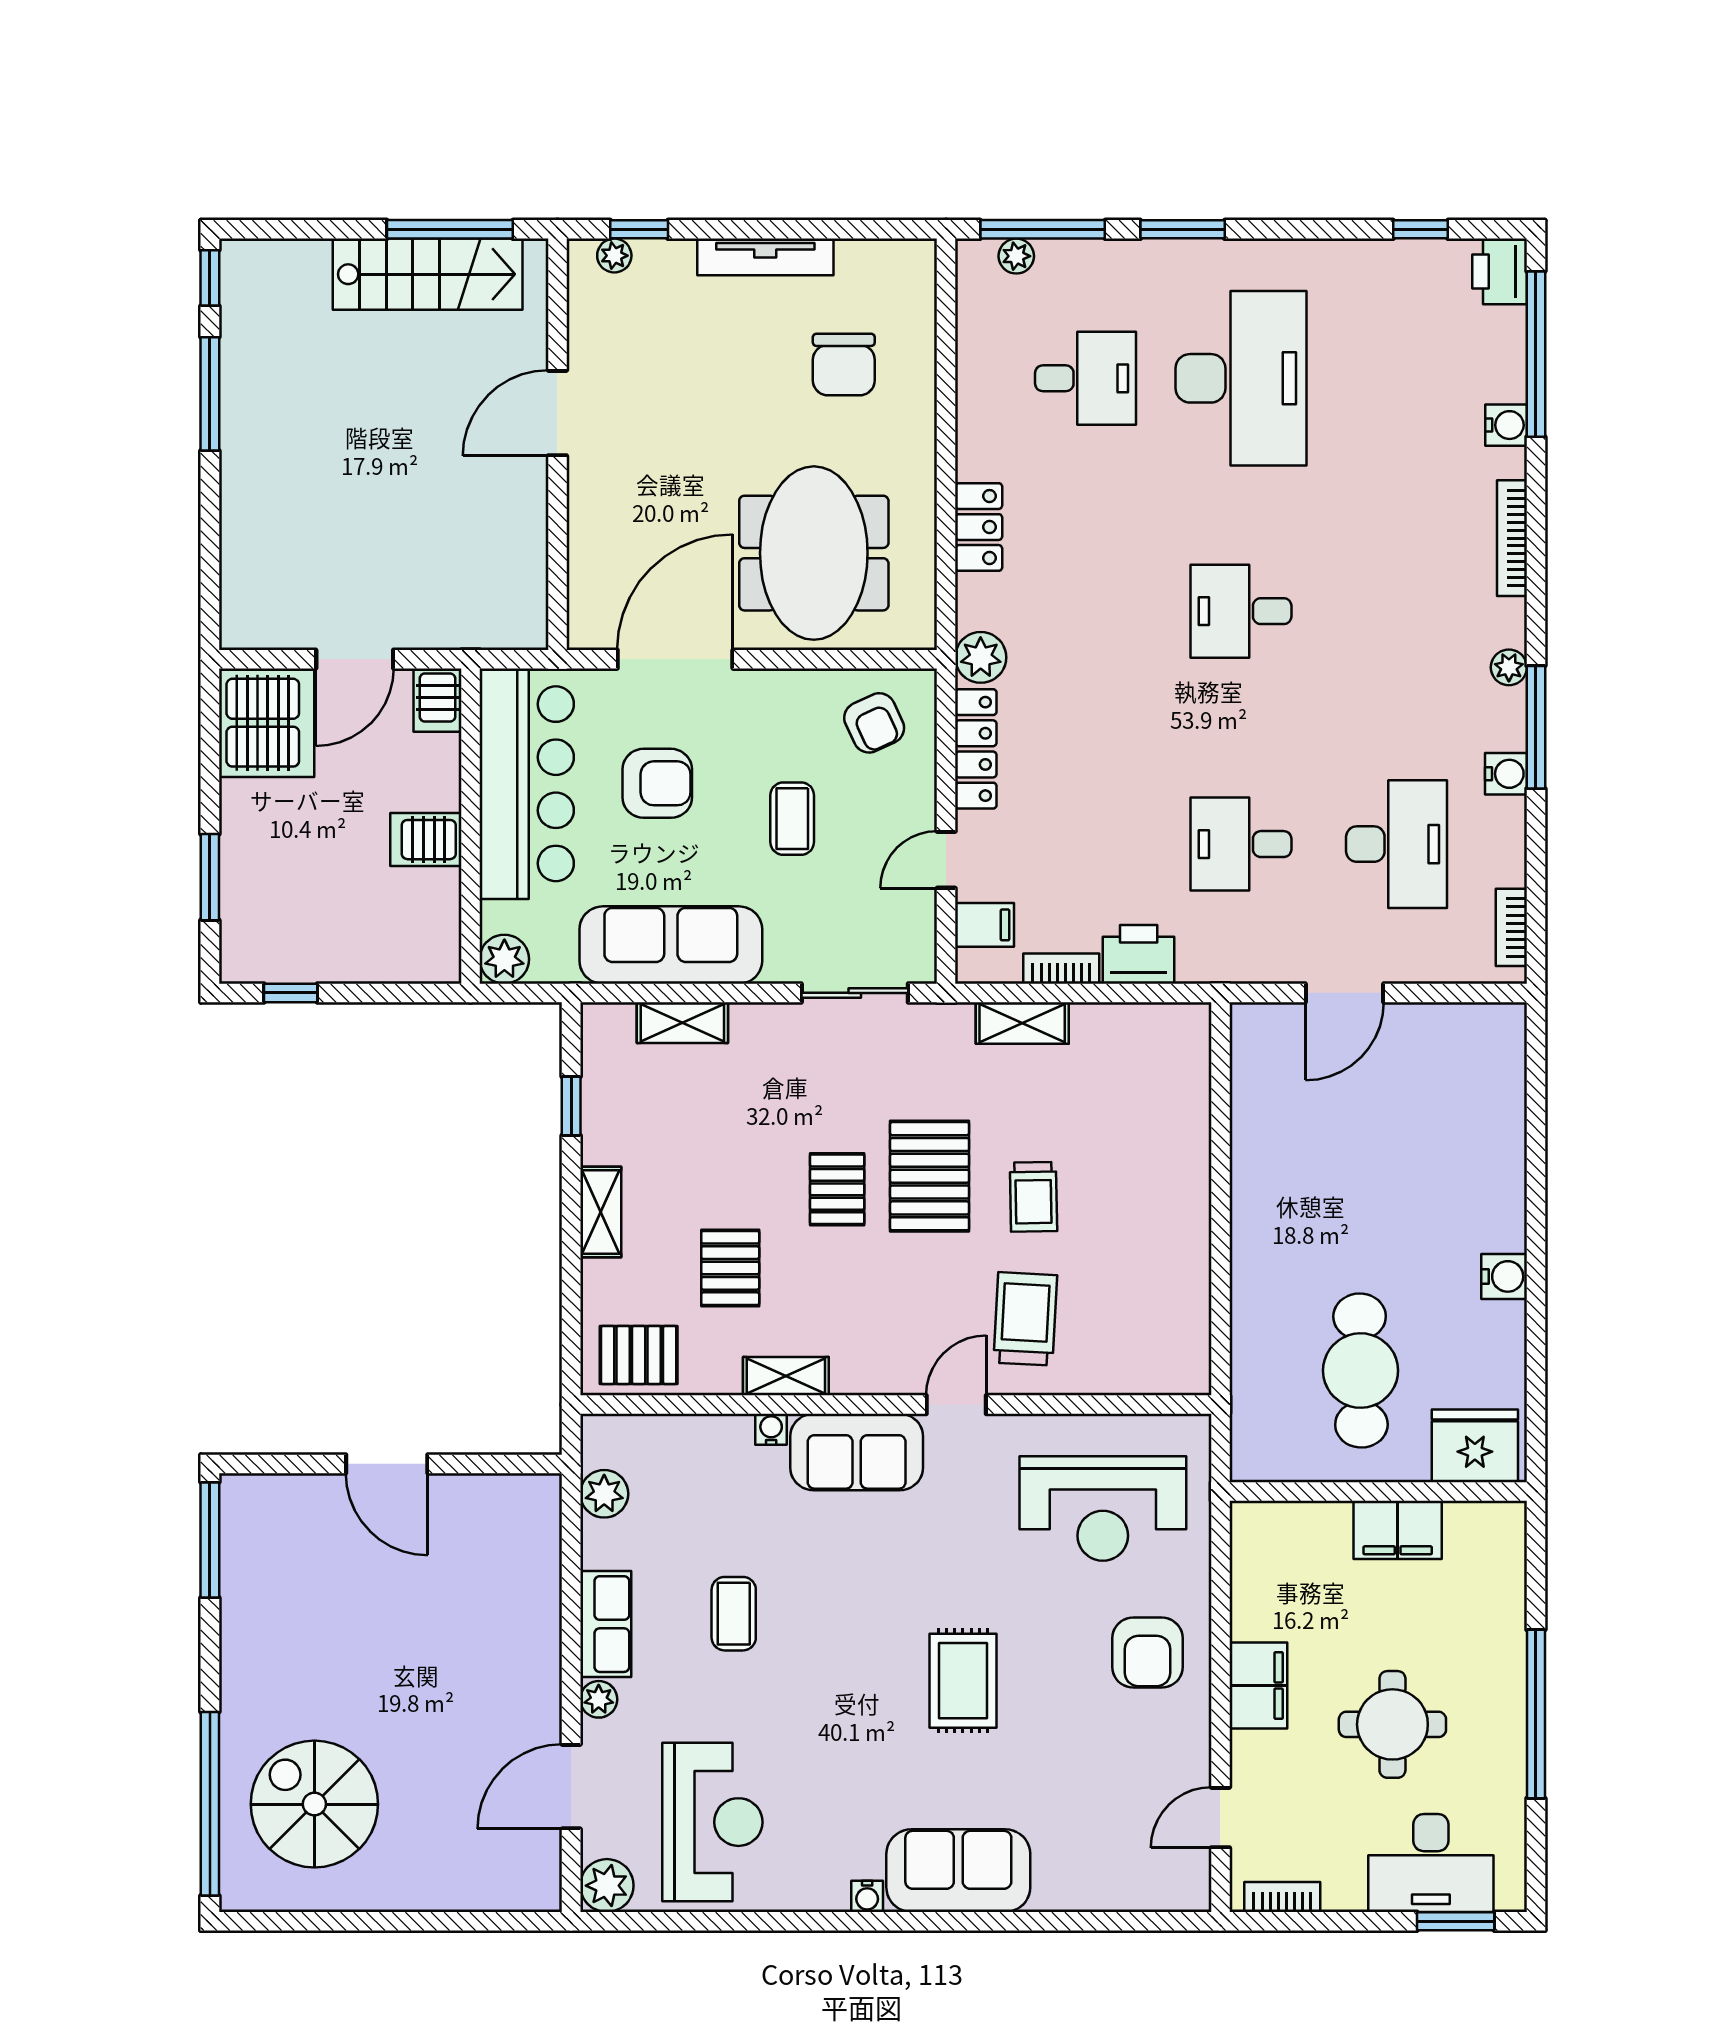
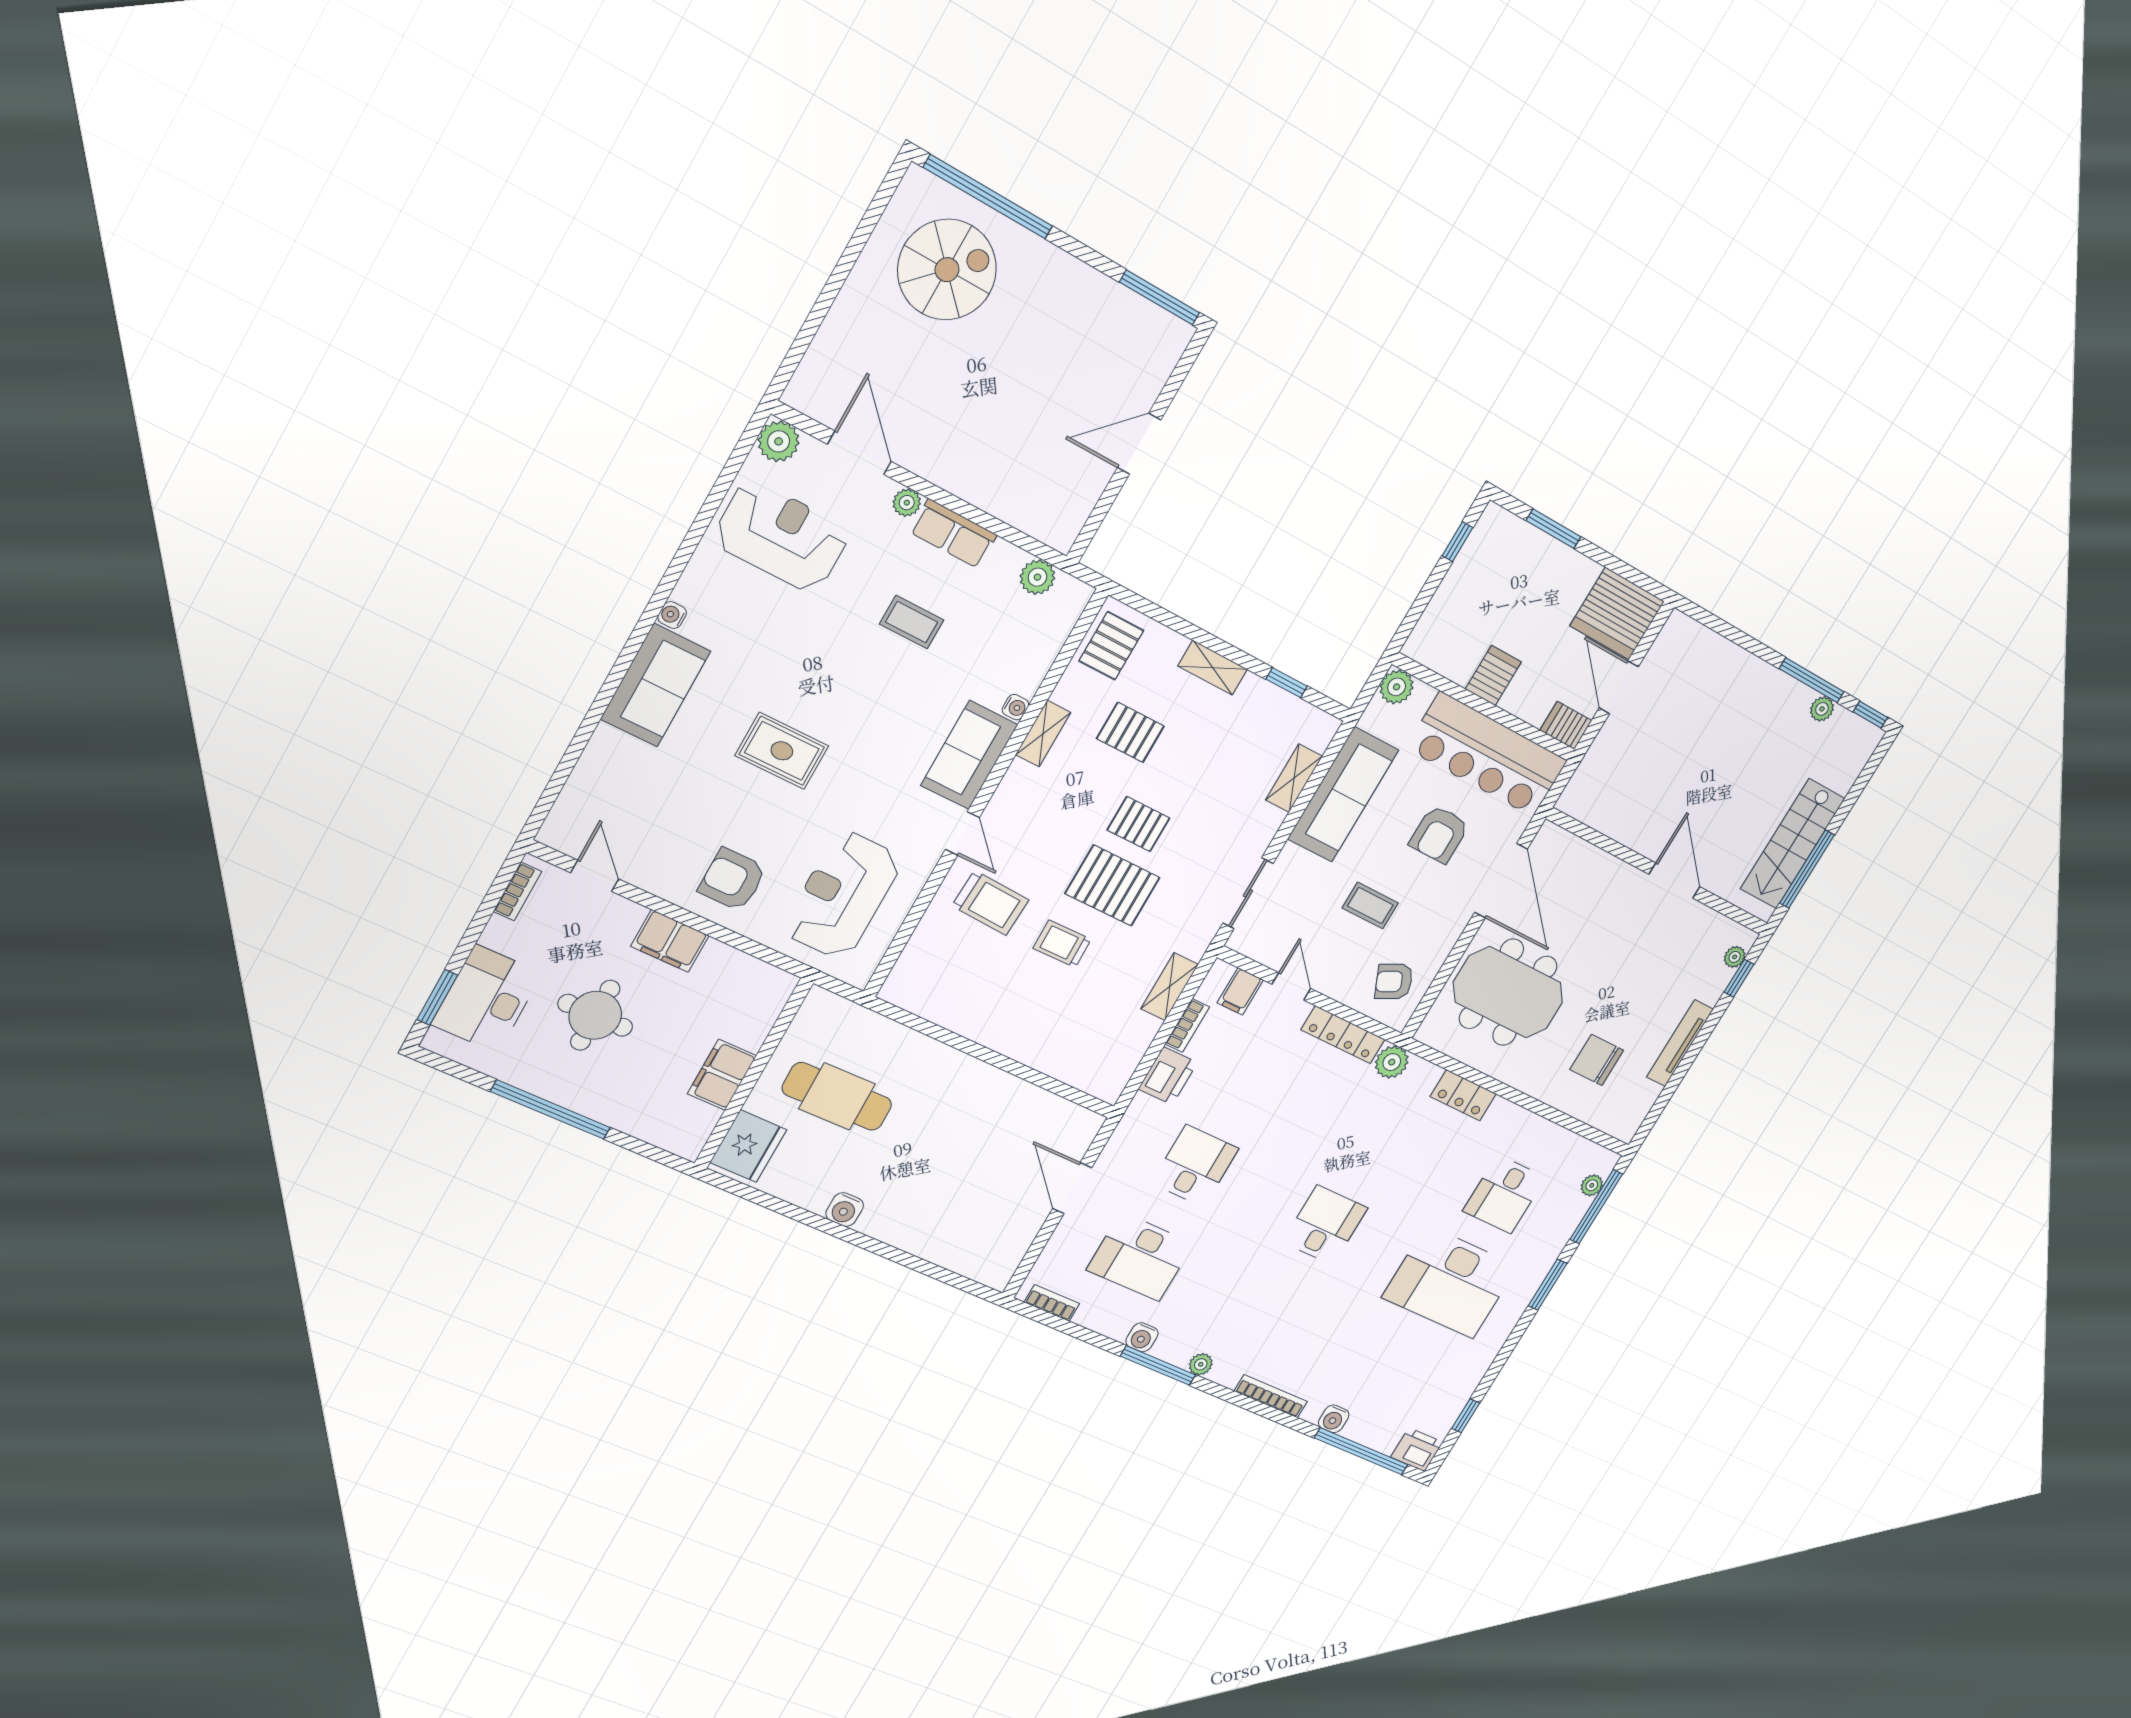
plant: (238, 354) -> (1822, 709), added
reception desk: (712, 1822) -> (781, 536), turned 180

